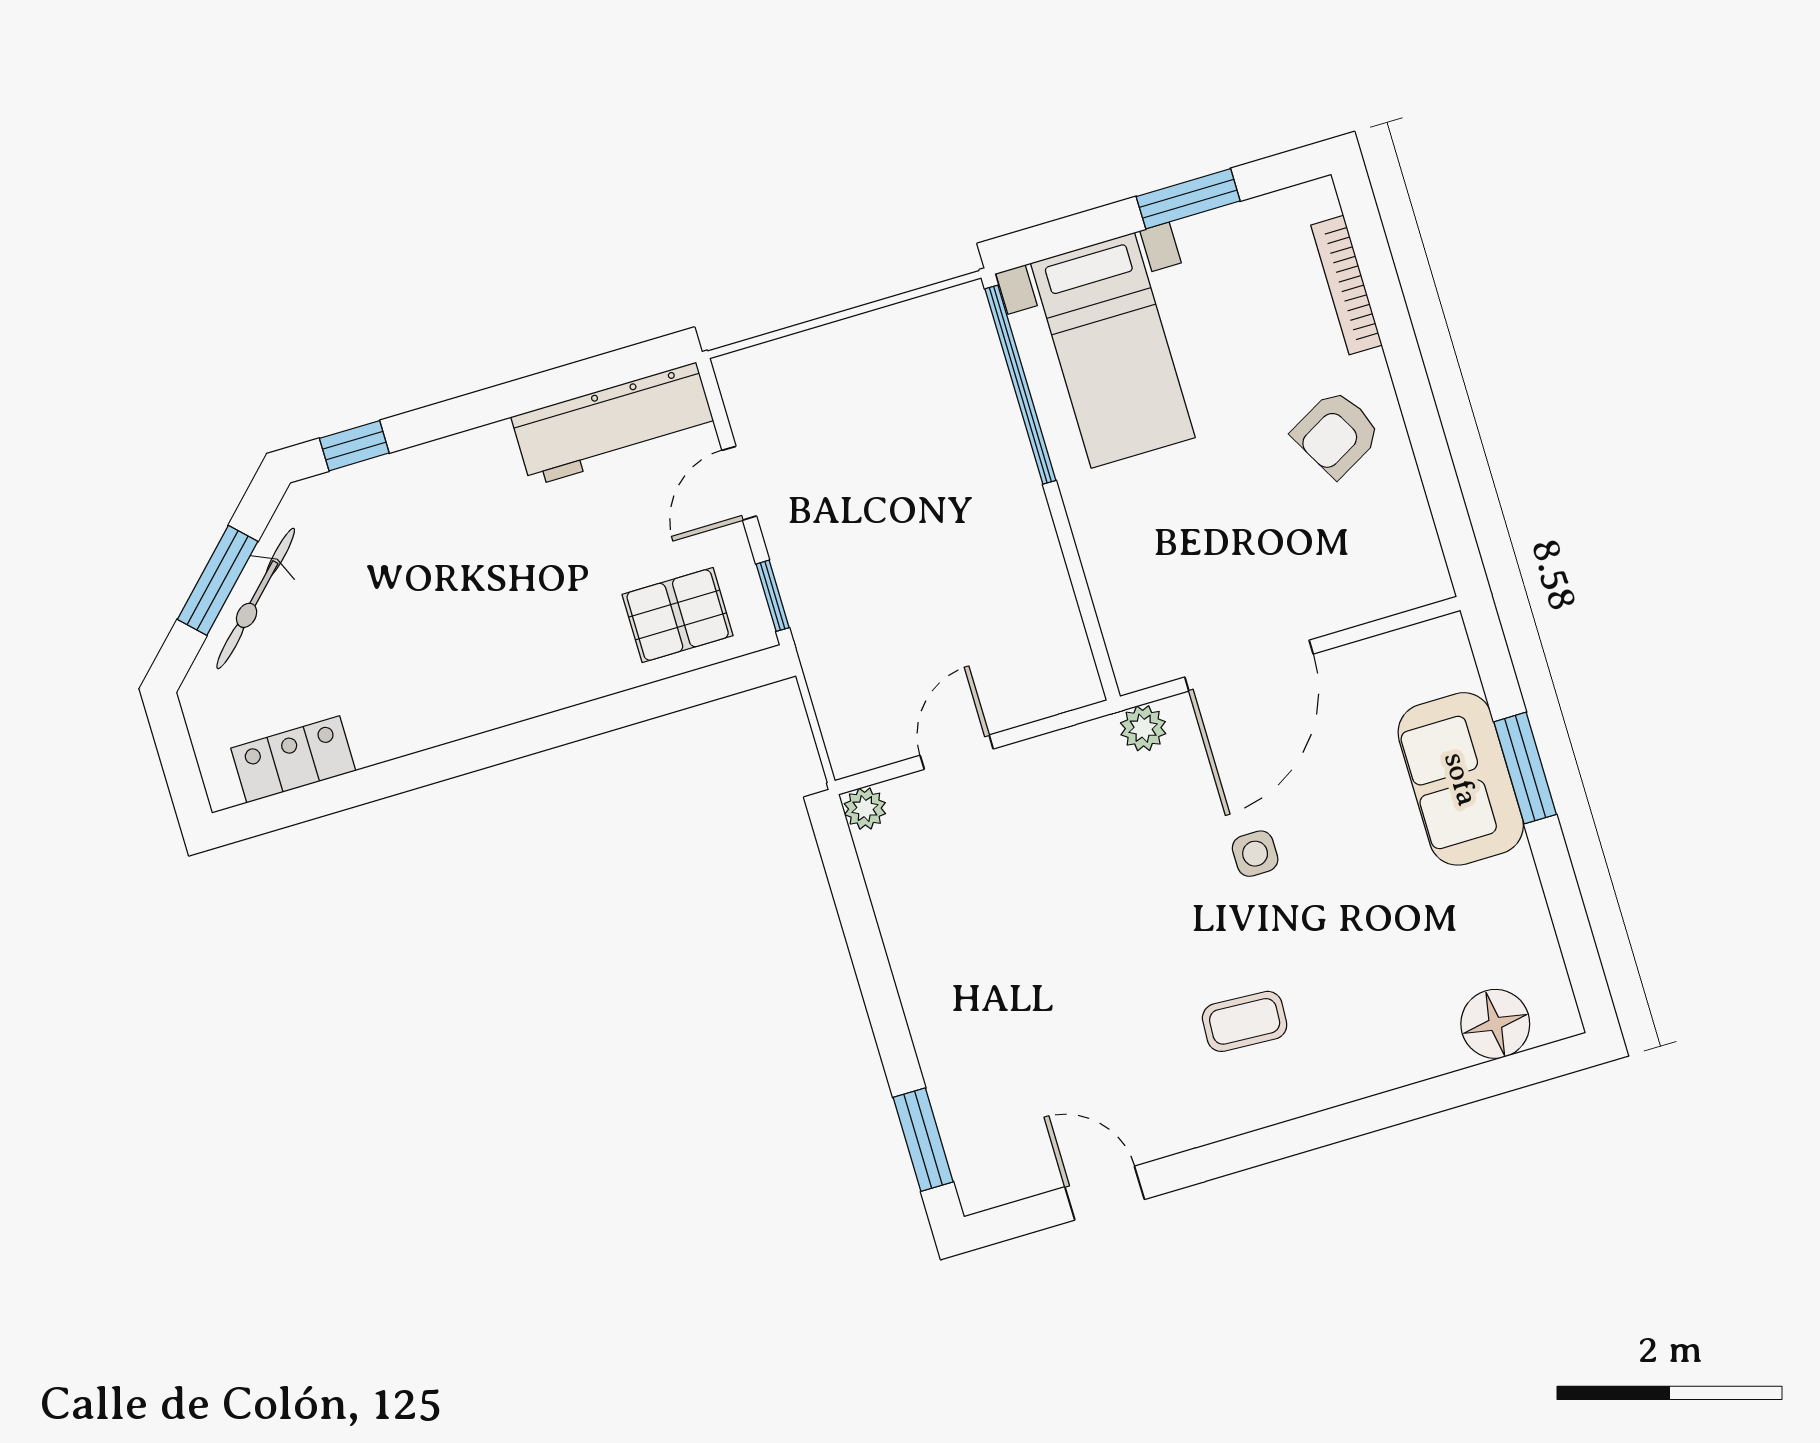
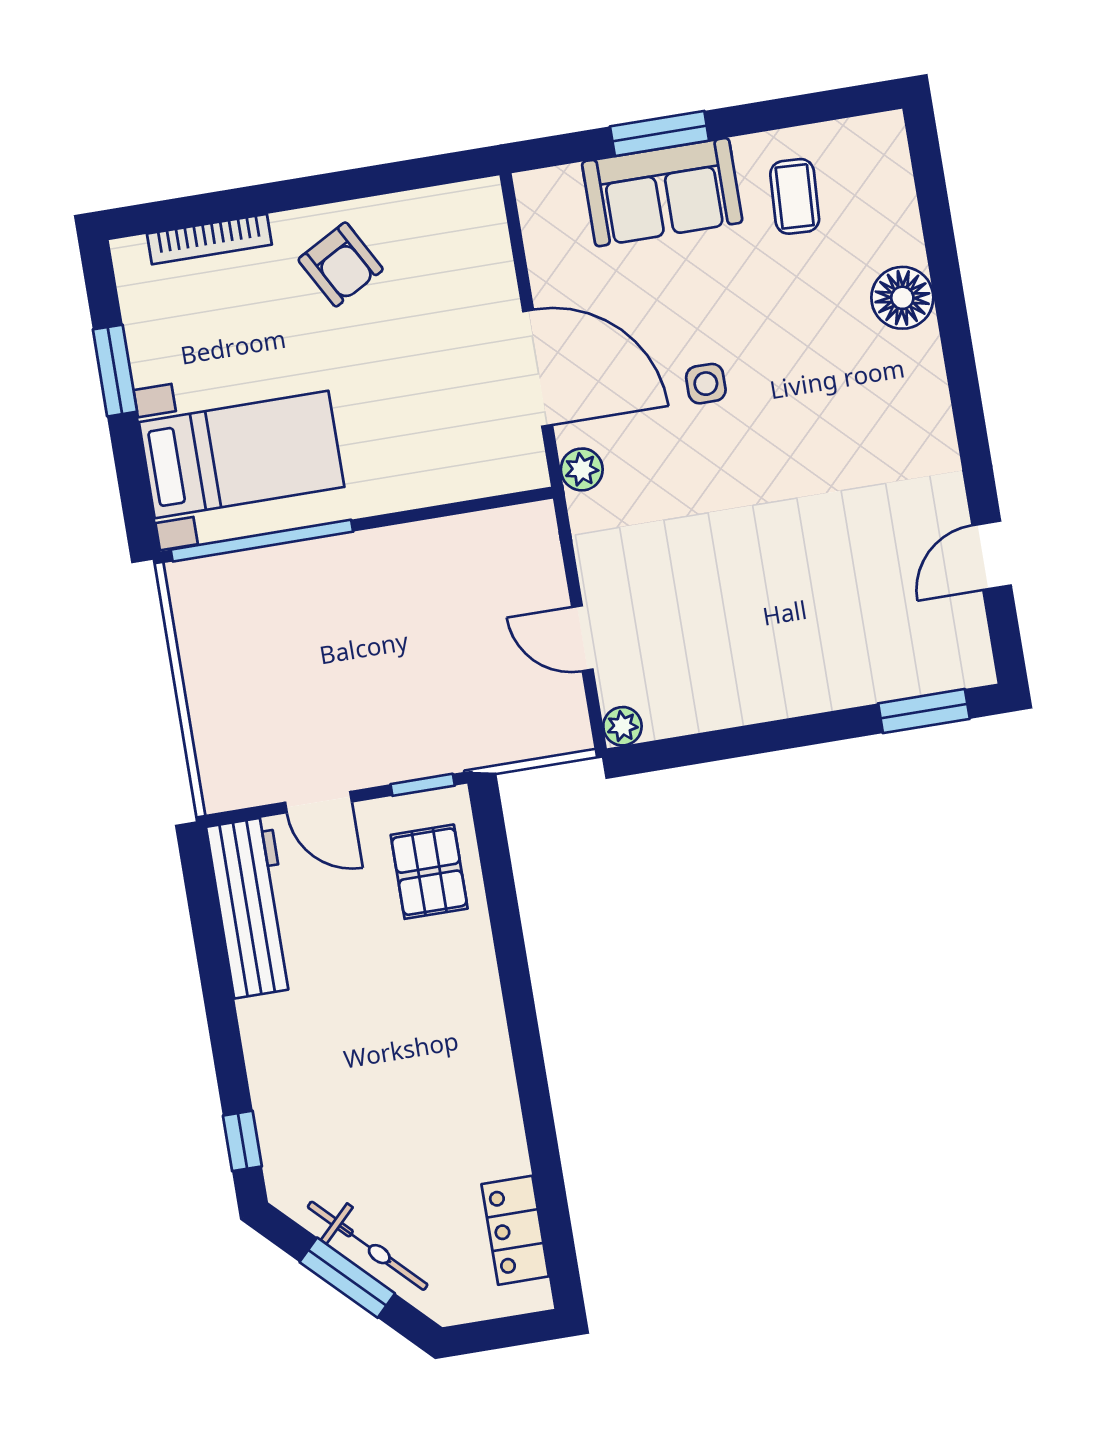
coffee table: (1245, 1021) -> (795, 196), moved
floor lamp: (1495, 1024) -> (902, 298), moved

